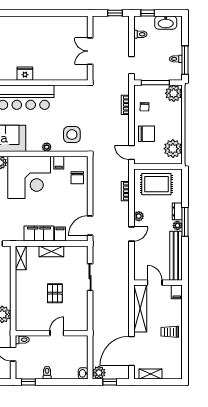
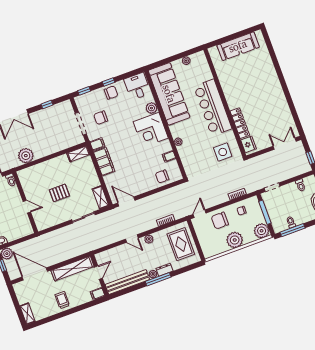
double door: (90, 51) -> (285, 144), moved
fridge: (25, 74) -> (248, 144), moved
locker: (51, 75) -> (240, 123), added
chair: (147, 134) -> (220, 221), turned 90
side table: (72, 135) -> (223, 152), moved
plant: (173, 149) -> (235, 240), moved
corner desk: (29, 177) -> (151, 130), width x0.74, depth x0.74
filing cabinet: (60, 234) -> (97, 144), moved
shelving: (51, 251) -> (100, 197), moved
shelving: (151, 374) -> (27, 314), moved

